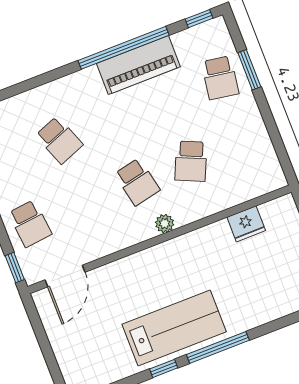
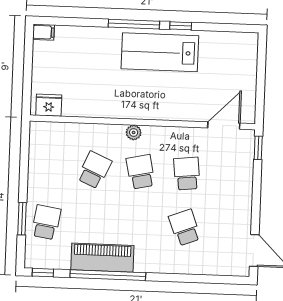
school desk: (30, 224) -> (187, 174), moved
fridge: (246, 224) -> (49, 105), moved

